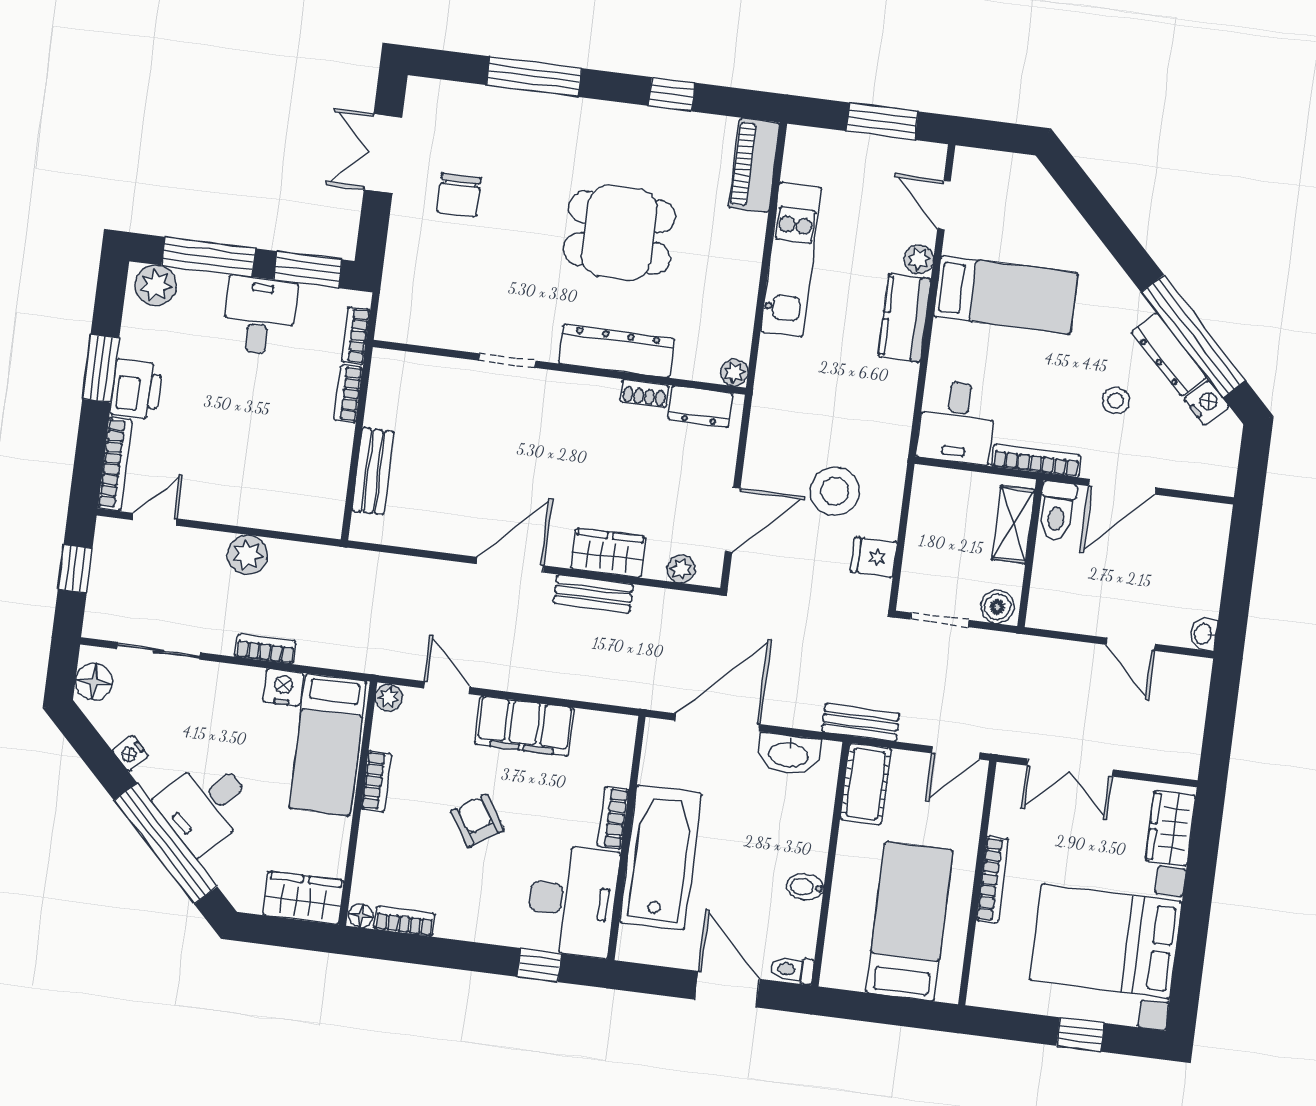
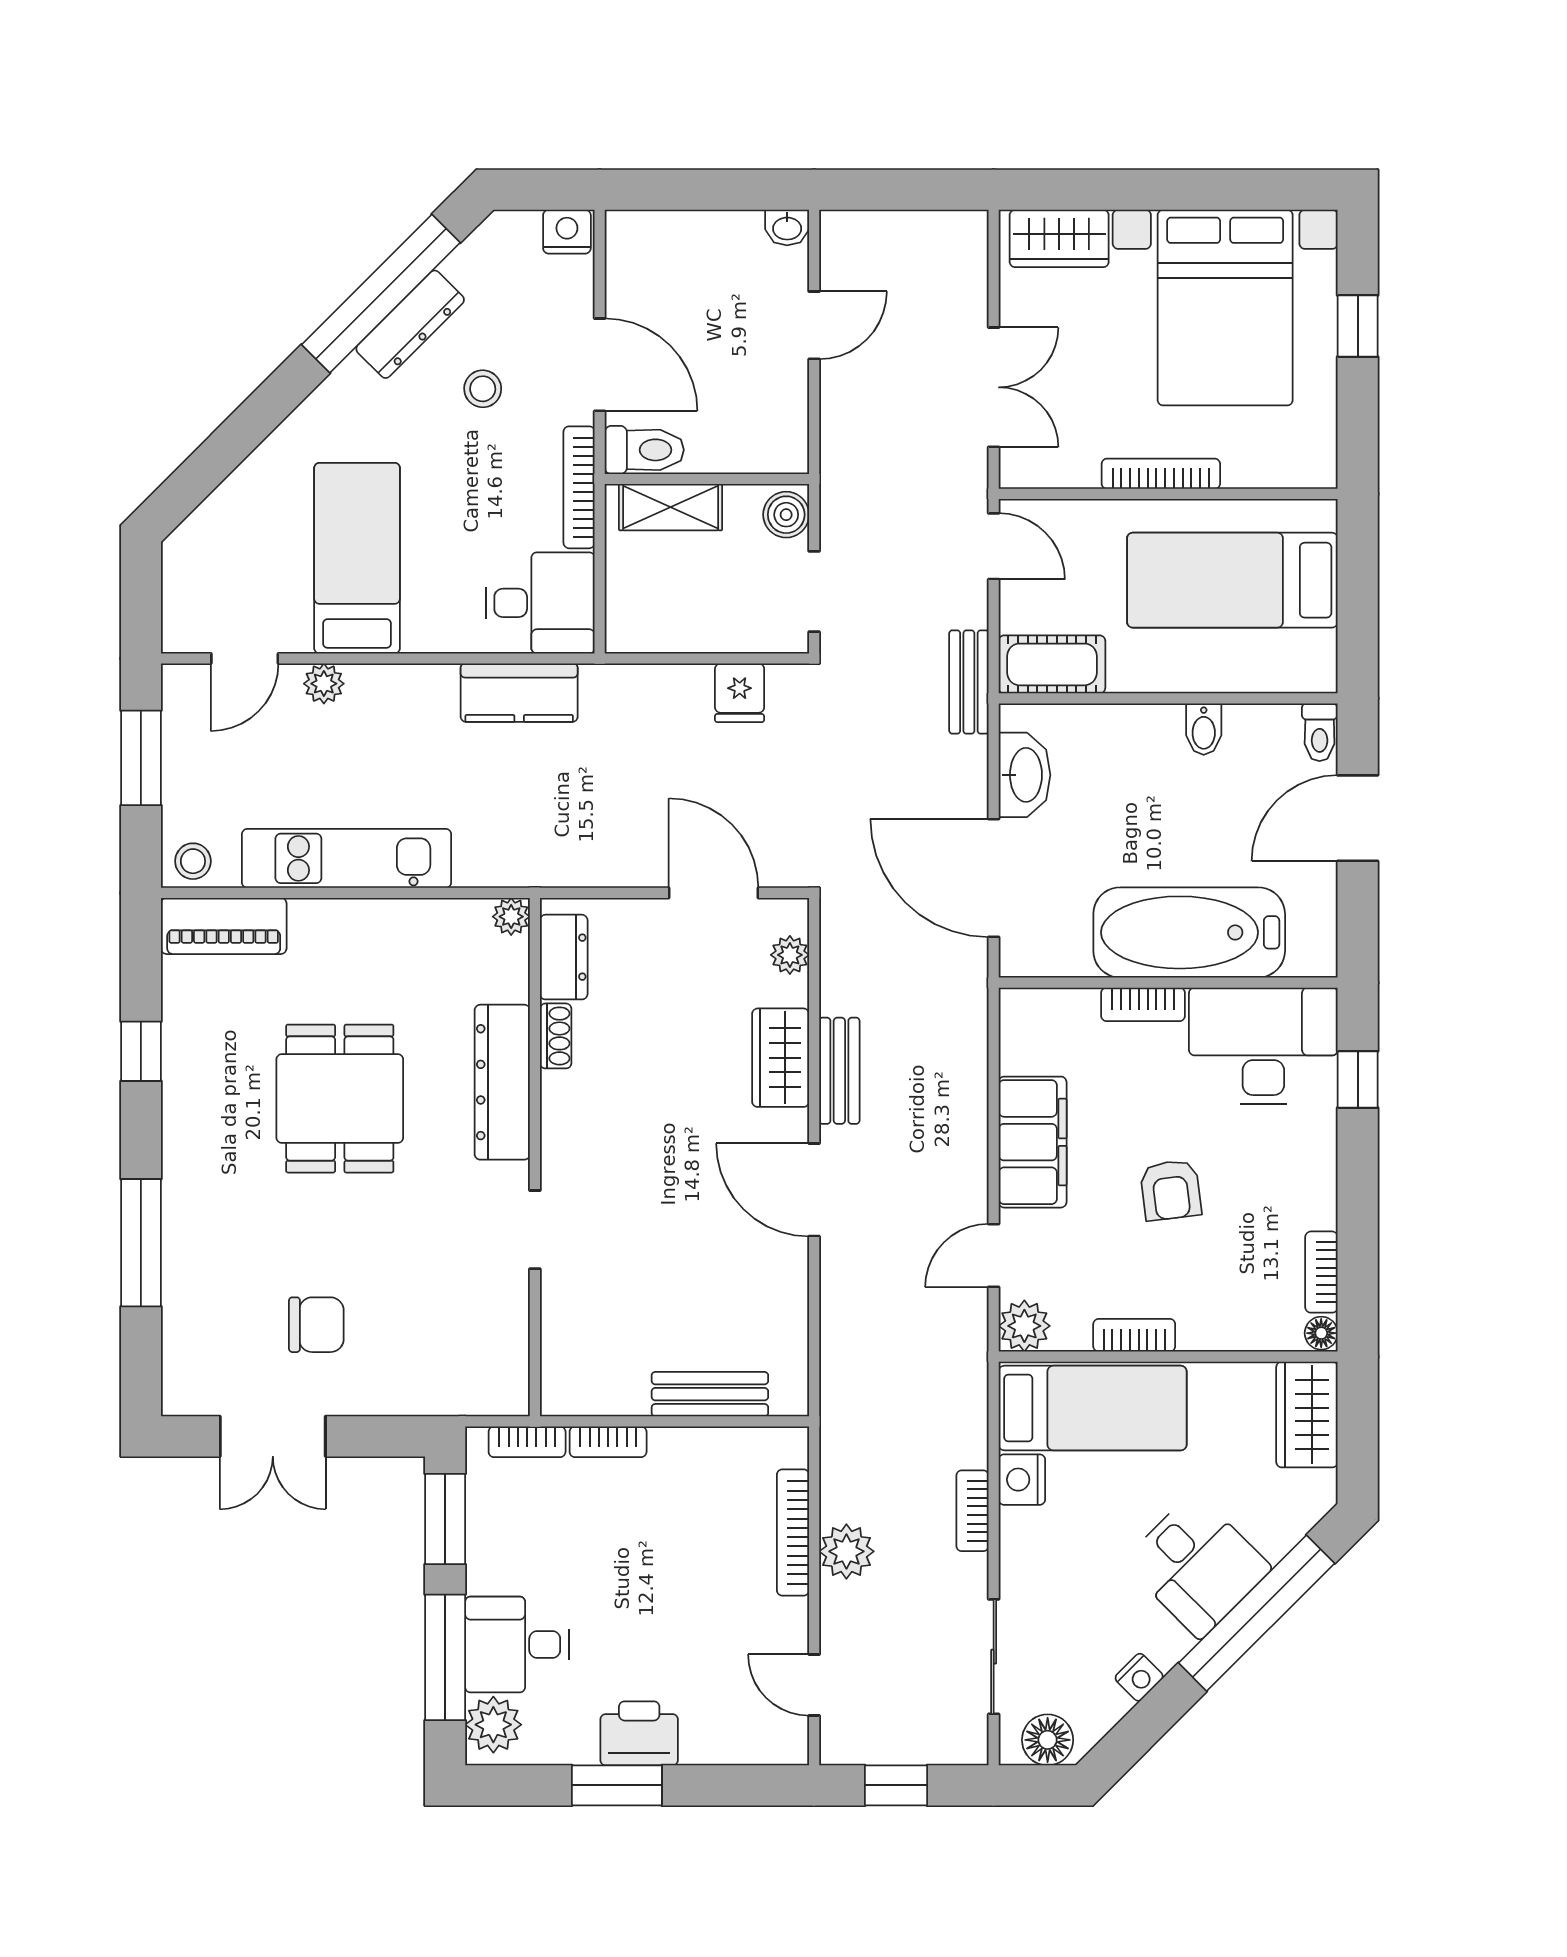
desk: (259, 316) -> (517, 1645), moved
kitchen counter: (905, 318) -> (519, 693), moved
nightstand: (1207, 403) -> (567, 232), moved, turned 45
bookcase: (115, 464) -> (793, 1532), moved, turned -90
stool: (835, 491) -> (193, 861), moved, width x0.53, depth x0.53
plant: (389, 698) -> (1024, 1326), width x1.38, depth x1.38
armchair: (477, 821) -> (1171, 1190), turned -64

